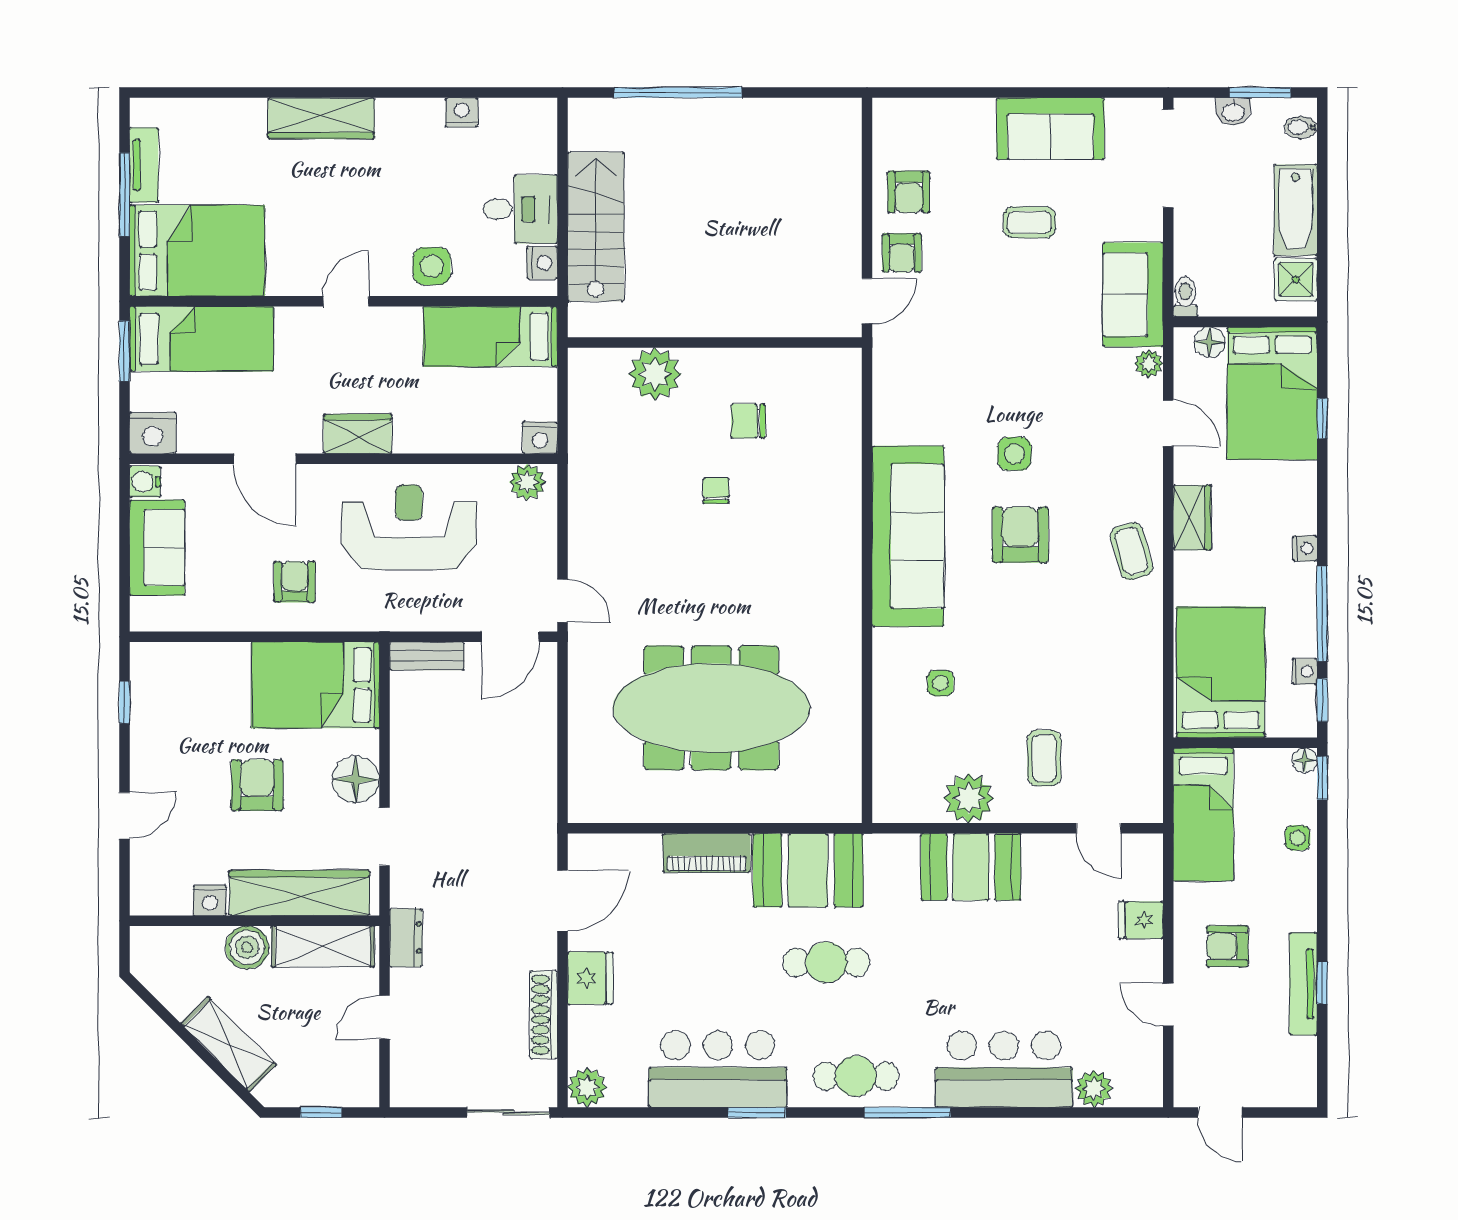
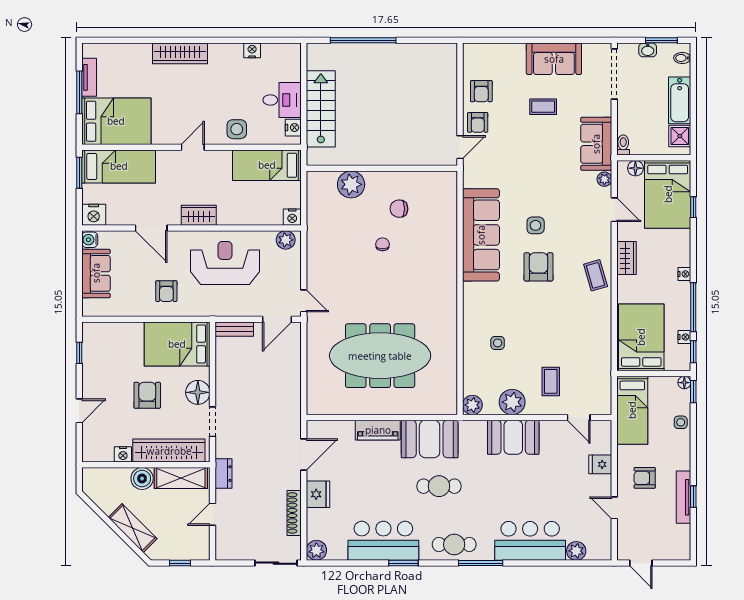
sofa: (908, 536) -> (481, 235), moved
armchair: (294, 582) -> (166, 291), turned 180
plant: (891, 804) -> (472, 405), added

